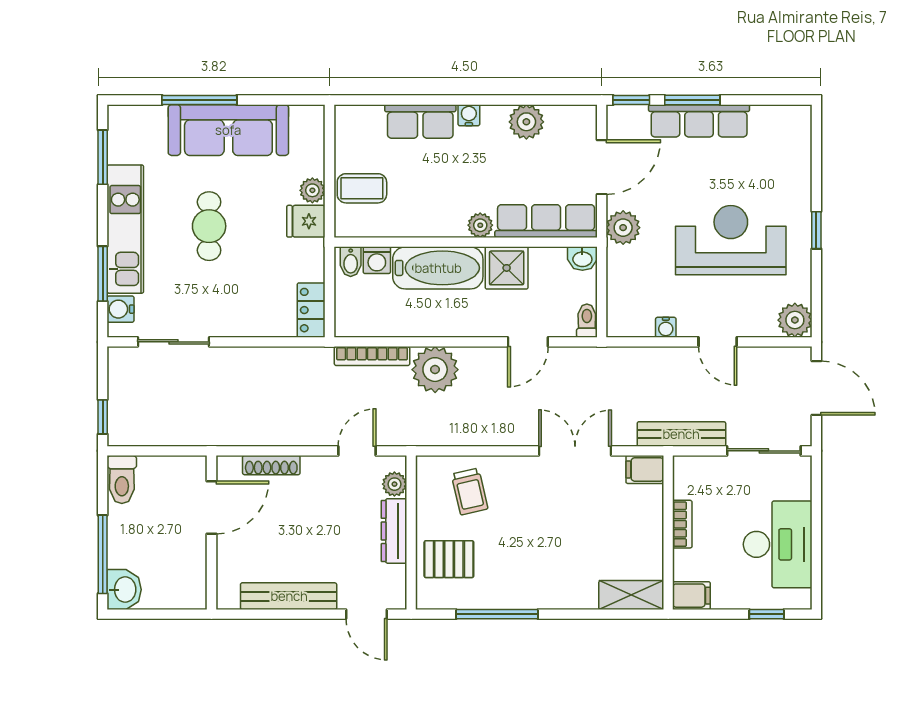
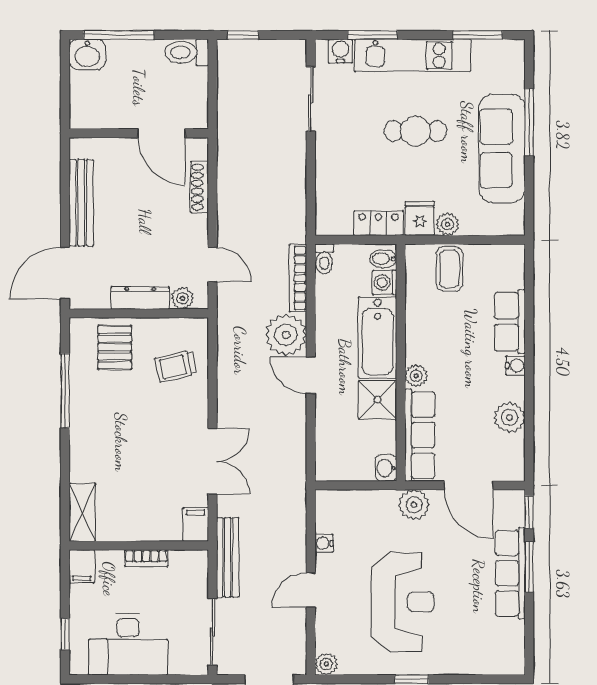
locker: (311, 310) -> (378, 223), moved
plant: (795, 320) -> (326, 664), width x0.73, depth x0.73
toilet: (587, 321) -> (324, 259), moved, turned 90
door: (528, 342) -> (311, 375), moved
door: (367, 614) -> (65, 273), width x1.38

